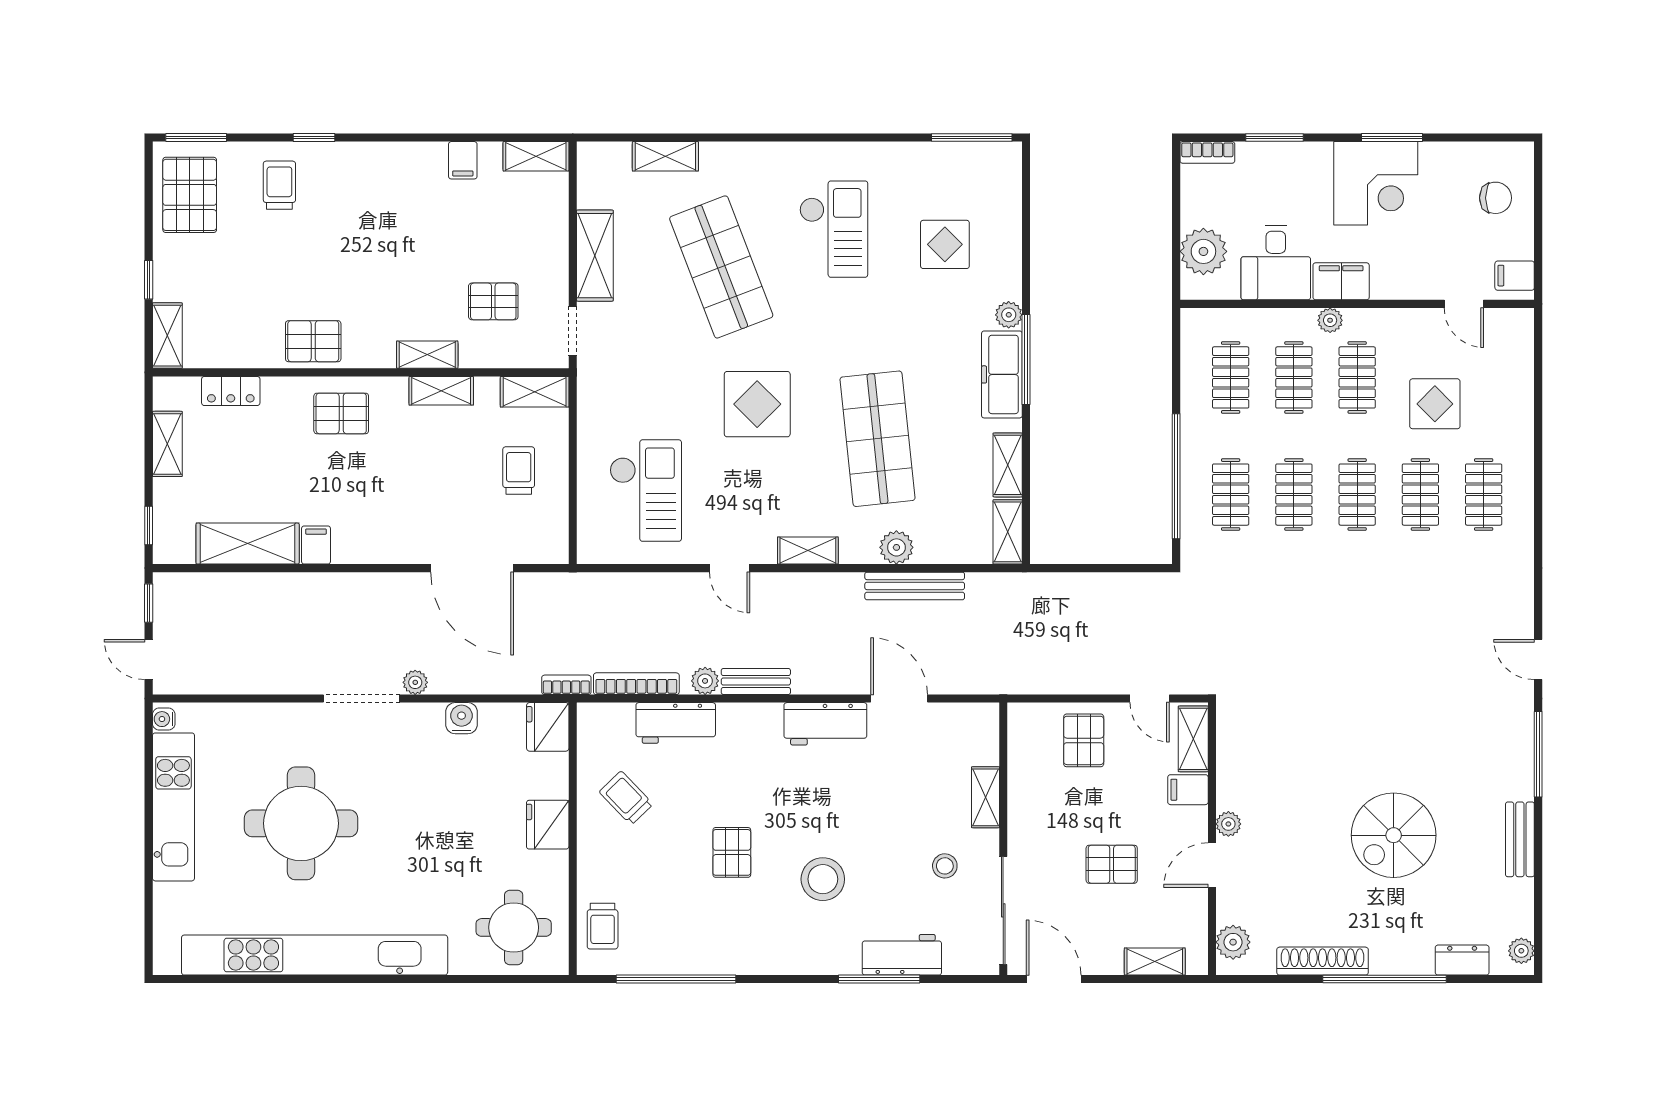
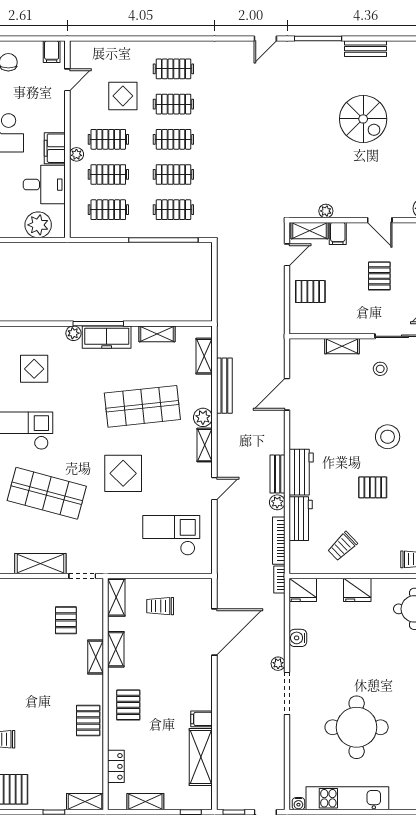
shop shelf: (721, 267) -> (47, 493), turned 36
shelving: (1008, 532) -> (204, 356), moved, turned 90
plant: (896, 547) -> (203, 417), moved
workbench: (825, 724) -> (301, 472), moved
plant: (1228, 824) -> (326, 211), moved

